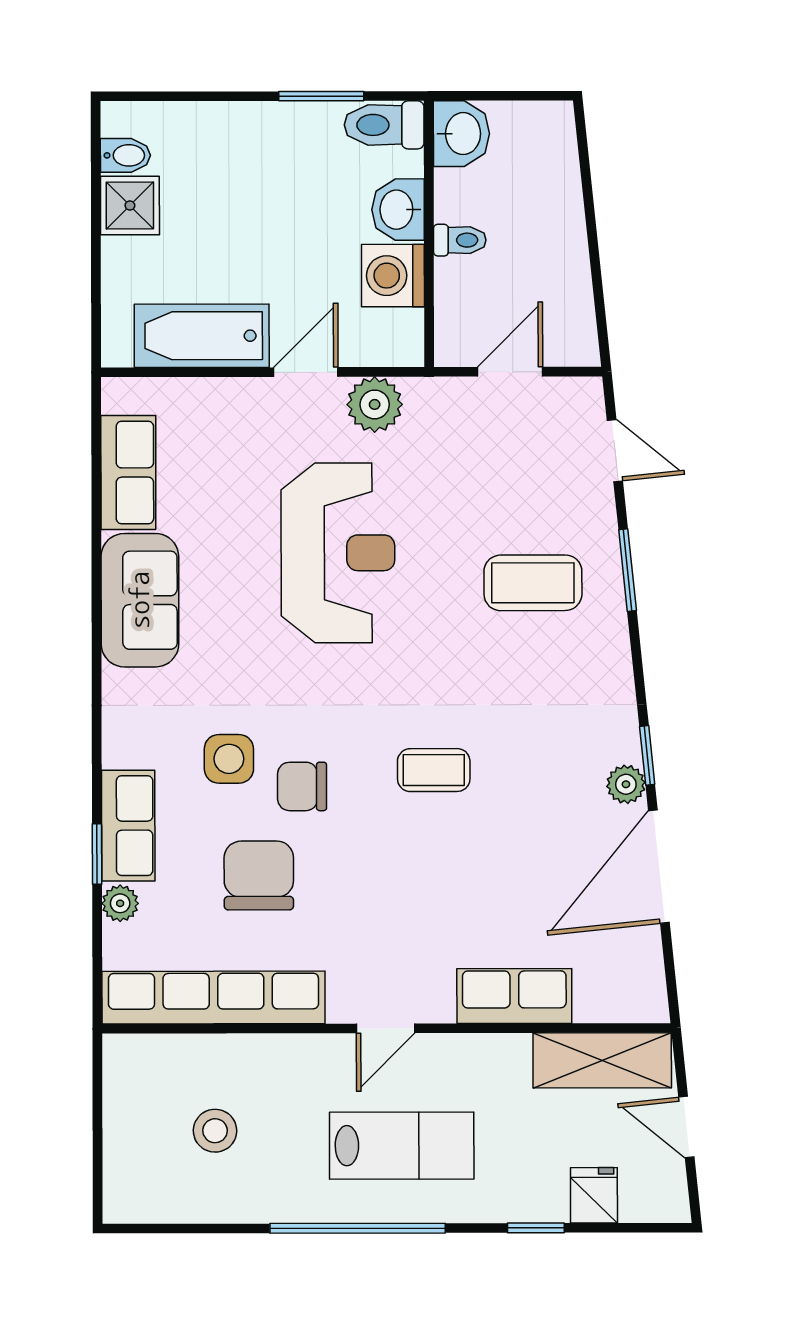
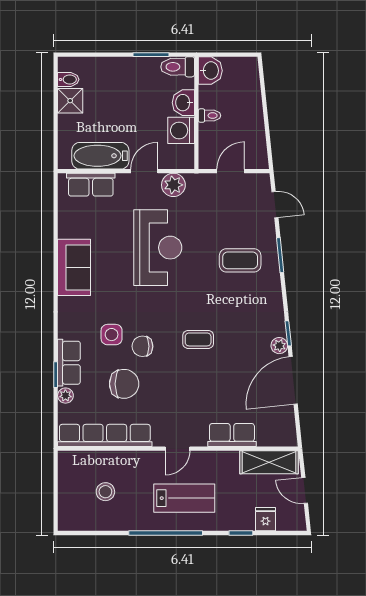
row of seats: (128, 472) -> (91, 185), moved, turned 90
chair: (259, 875) -> (124, 384), turned 90

